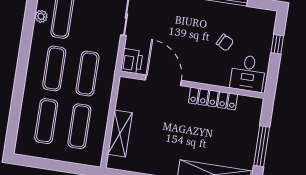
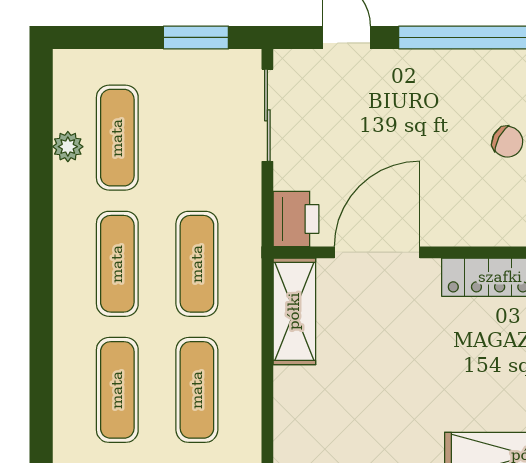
door: (163, 80) -> (377, 252), hinge flipped
shelving: (120, 133) -> (294, 311), moved

